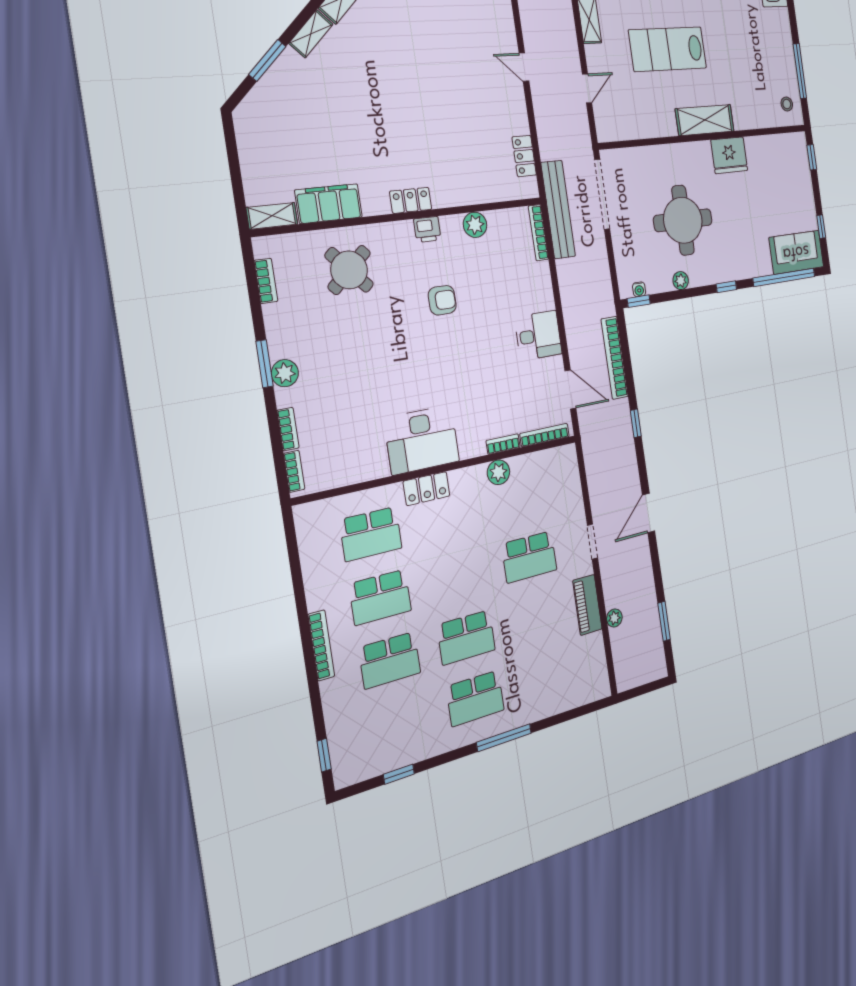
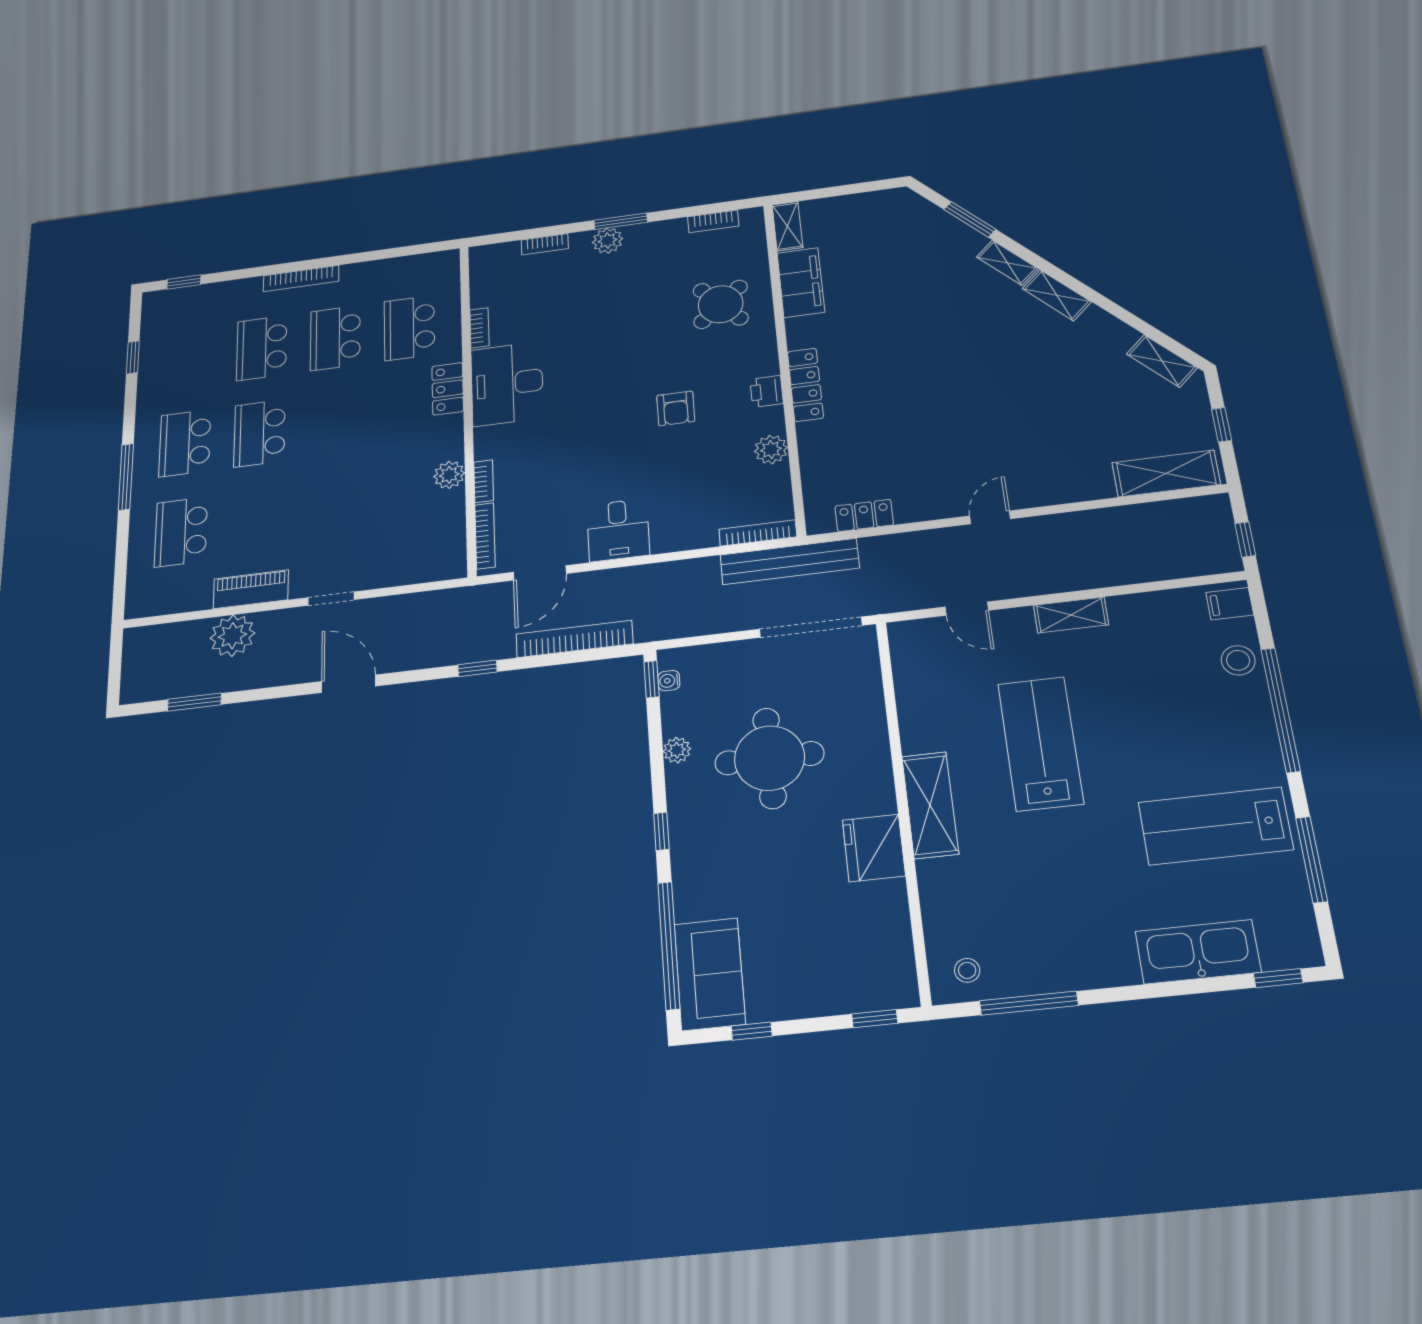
locker: (411, 200) -> (805, 385), width x1.53
bookcase: (294, 471) -> (479, 328), moved, turned -90
school desk: (529, 557) -> (181, 532), moved
plant: (614, 618) -> (232, 636), width x1.88, depth x1.88

